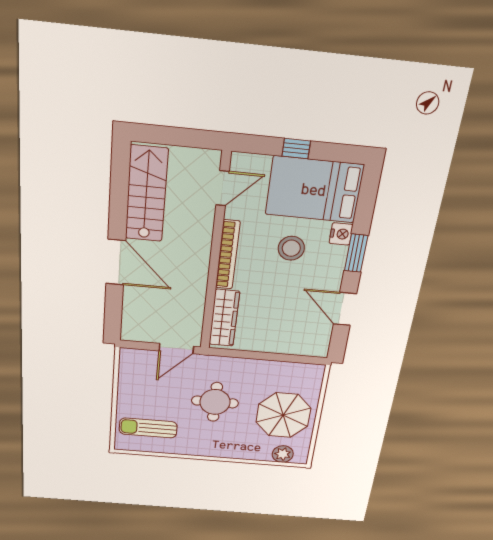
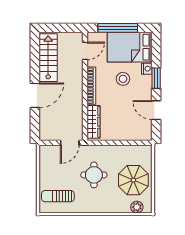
window: (296, 149) -> (118, 28), width x3.17
door: (116, 262) -> (35, 95), hinge flipped

